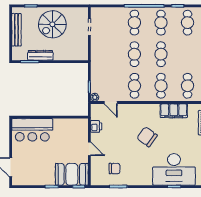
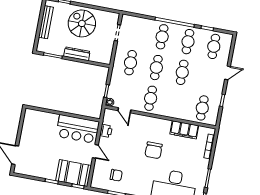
spiral stairs: (52, 24) -> (82, 23), turned 90
dresser: (40, 55) -> (77, 54), moved
cafe table: (161, 86) -> (131, 63), moved
bar counter: (32, 130) -> (78, 129), moved
chair: (147, 137) -> (154, 150), turned -126

